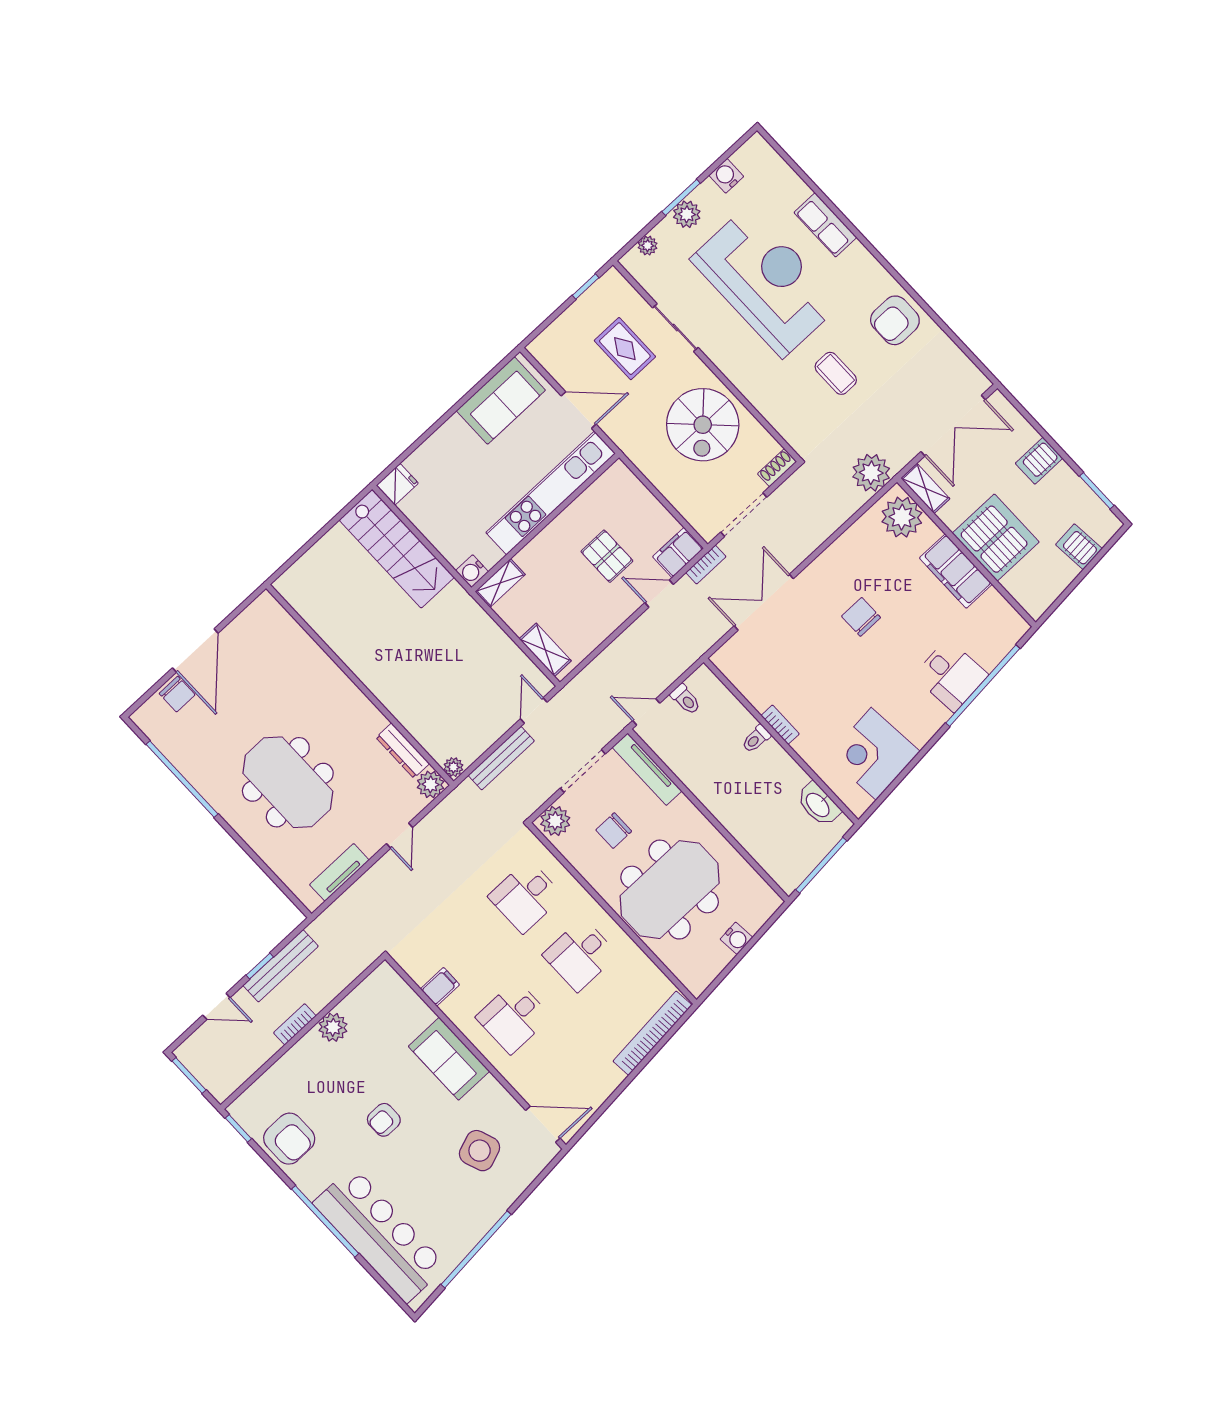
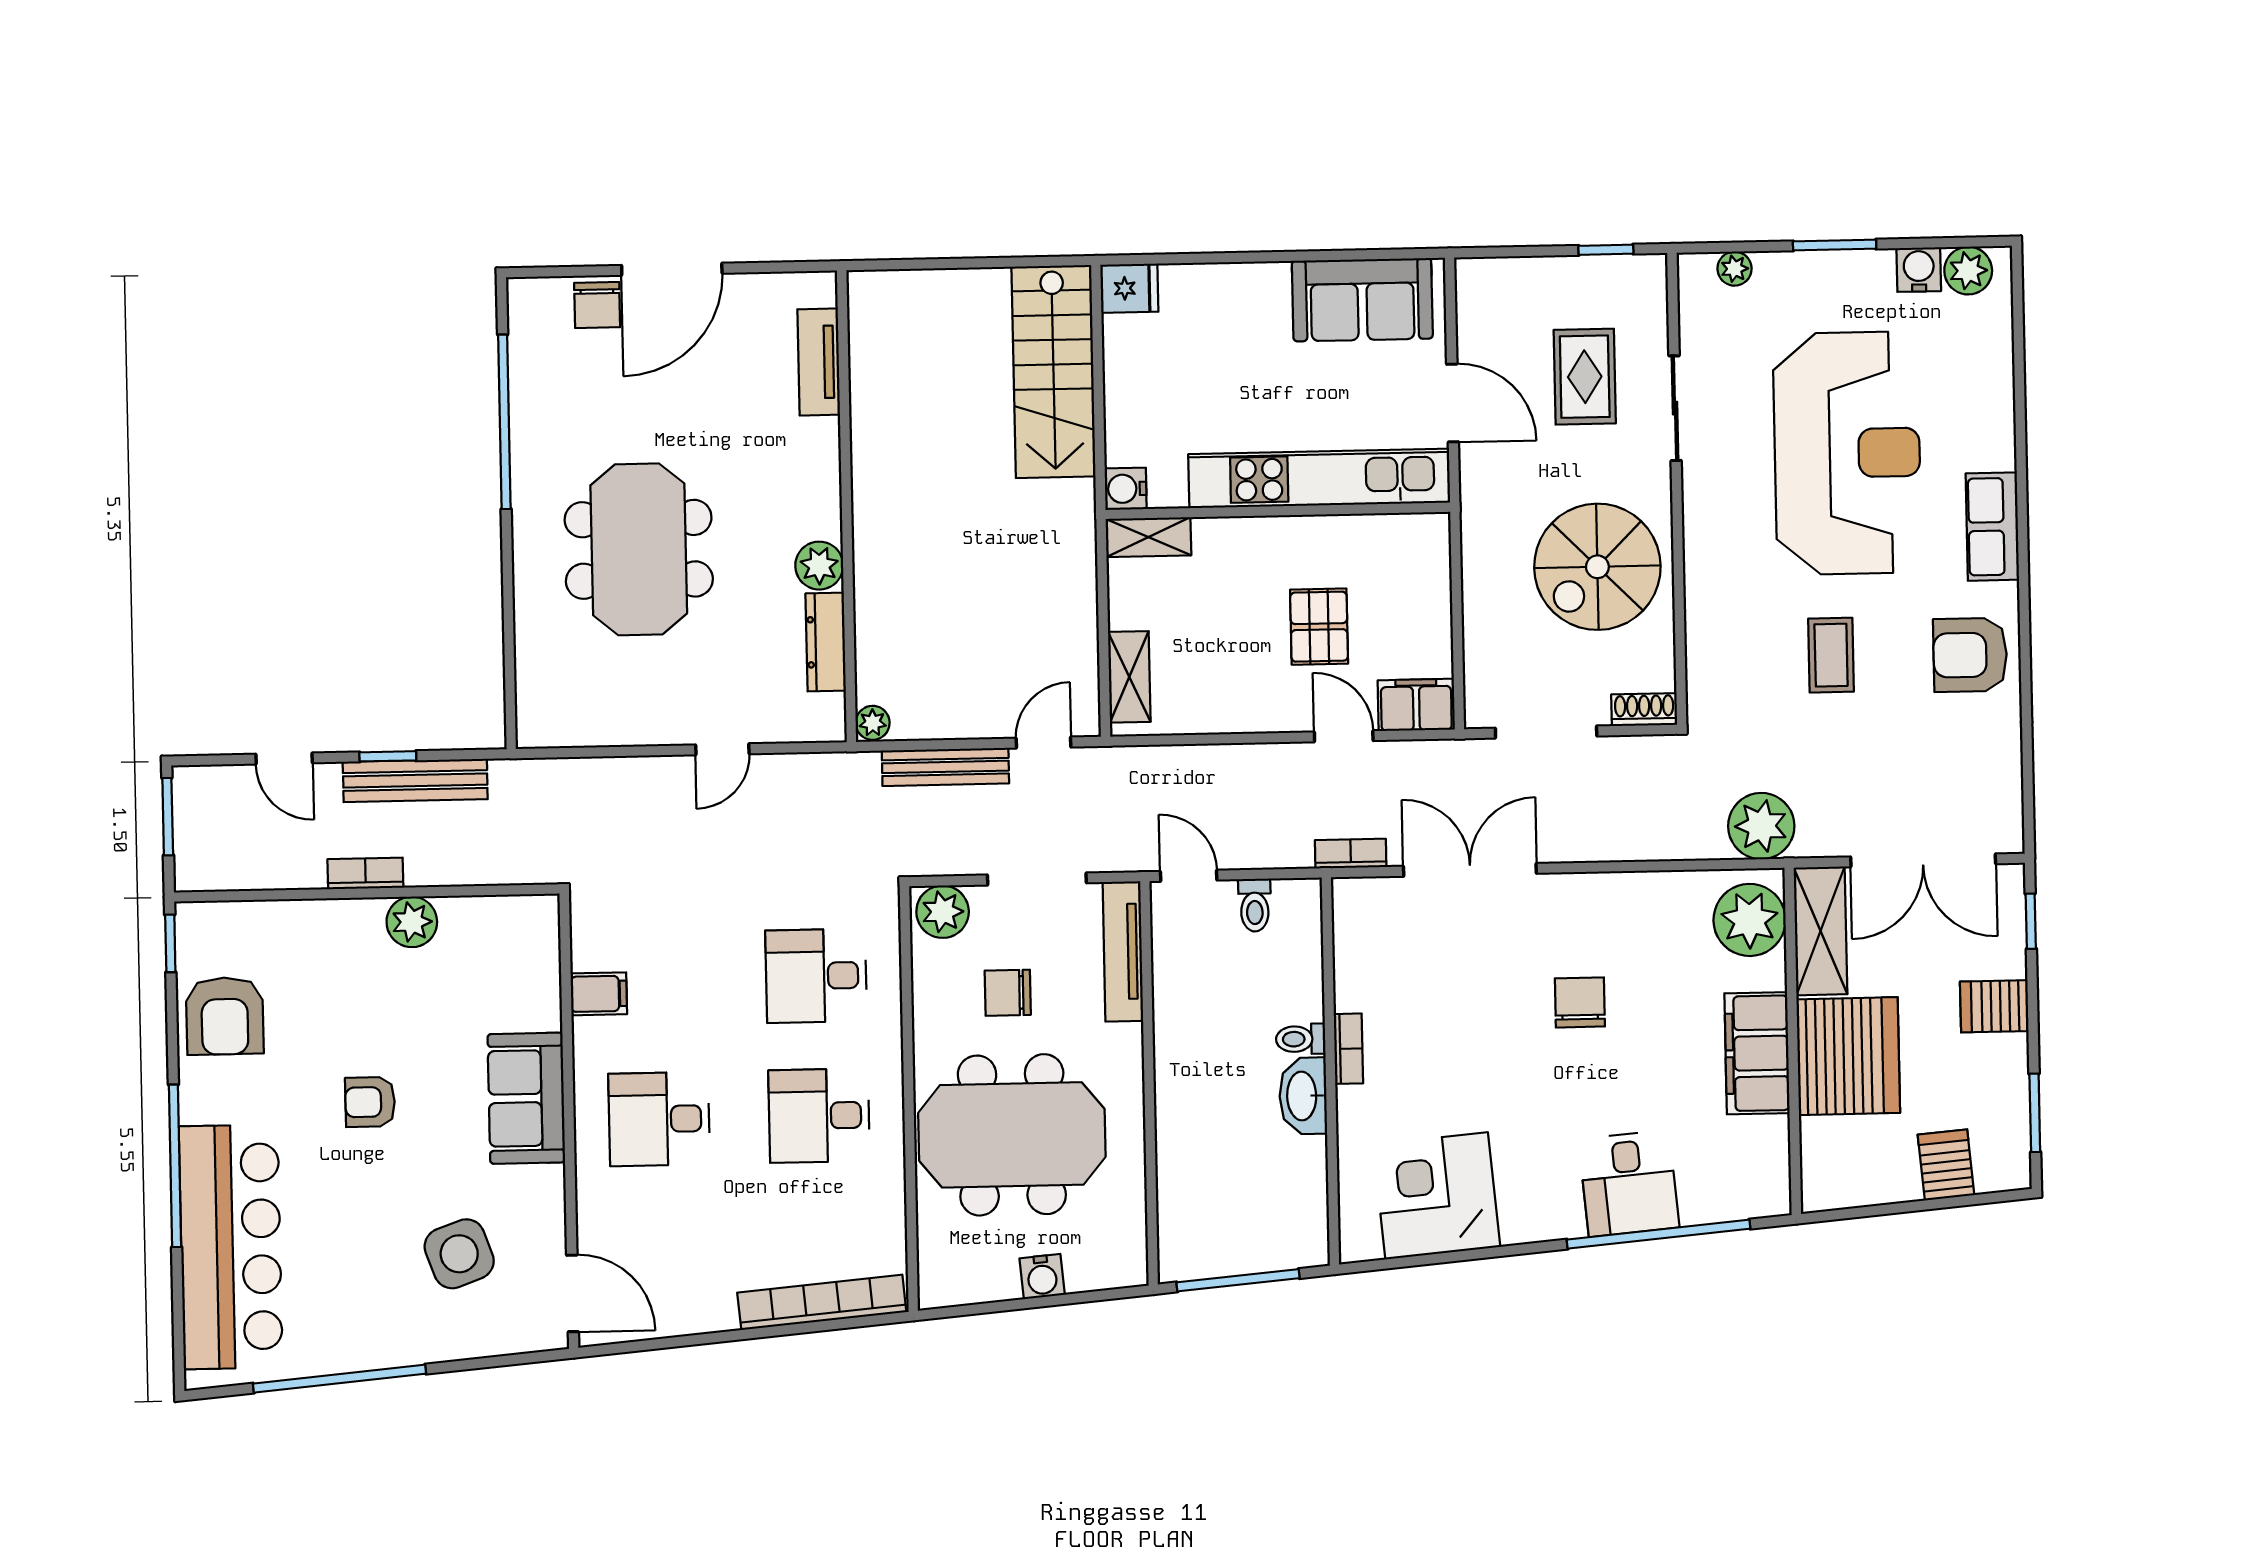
plant: (687, 214) -> (1968, 271), moved
row of seats: (825, 225) -> (1992, 527), moved
window: (1022, 411) -> (2031, 921), added
shelving: (925, 488) -> (1821, 931), width x1.50, depth x1.33
bookcase: (706, 565) -> (1351, 854), moved, turned 180
plant: (431, 784) -> (819, 566), moved
washbasin: (818, 804) -> (1303, 1096), moved
tv unit: (339, 872) -> (819, 362), moved, turned -90

